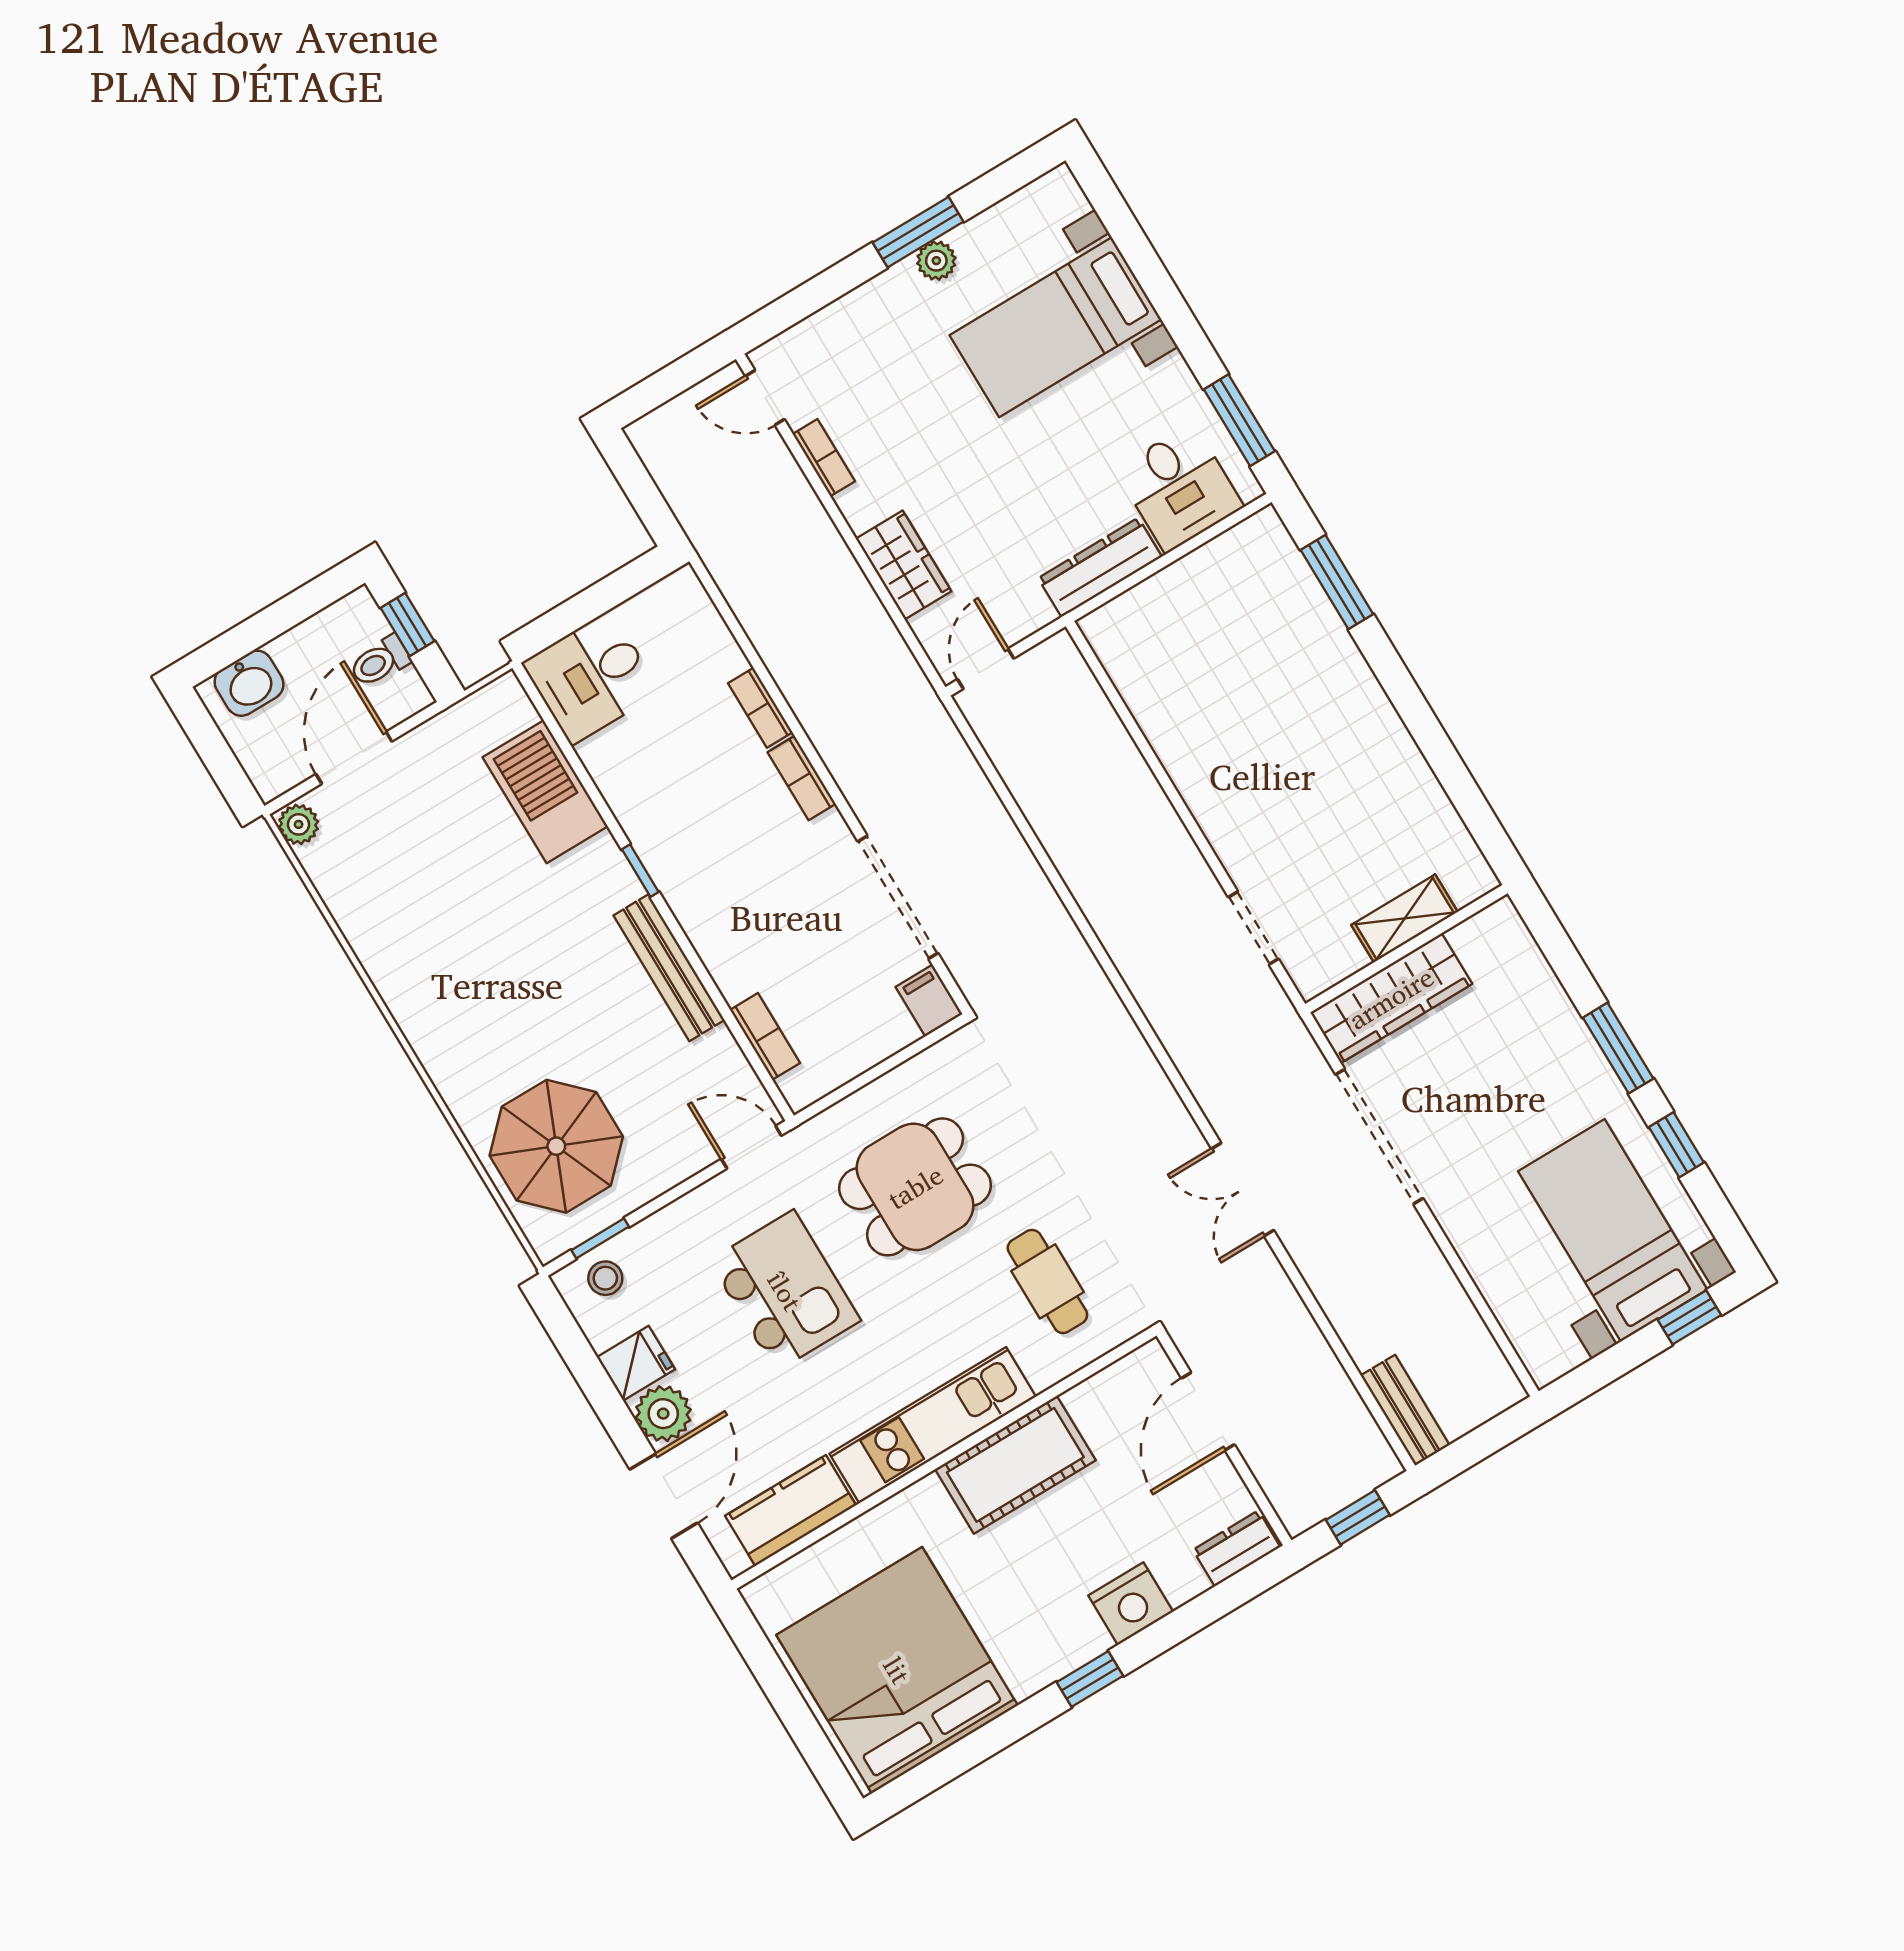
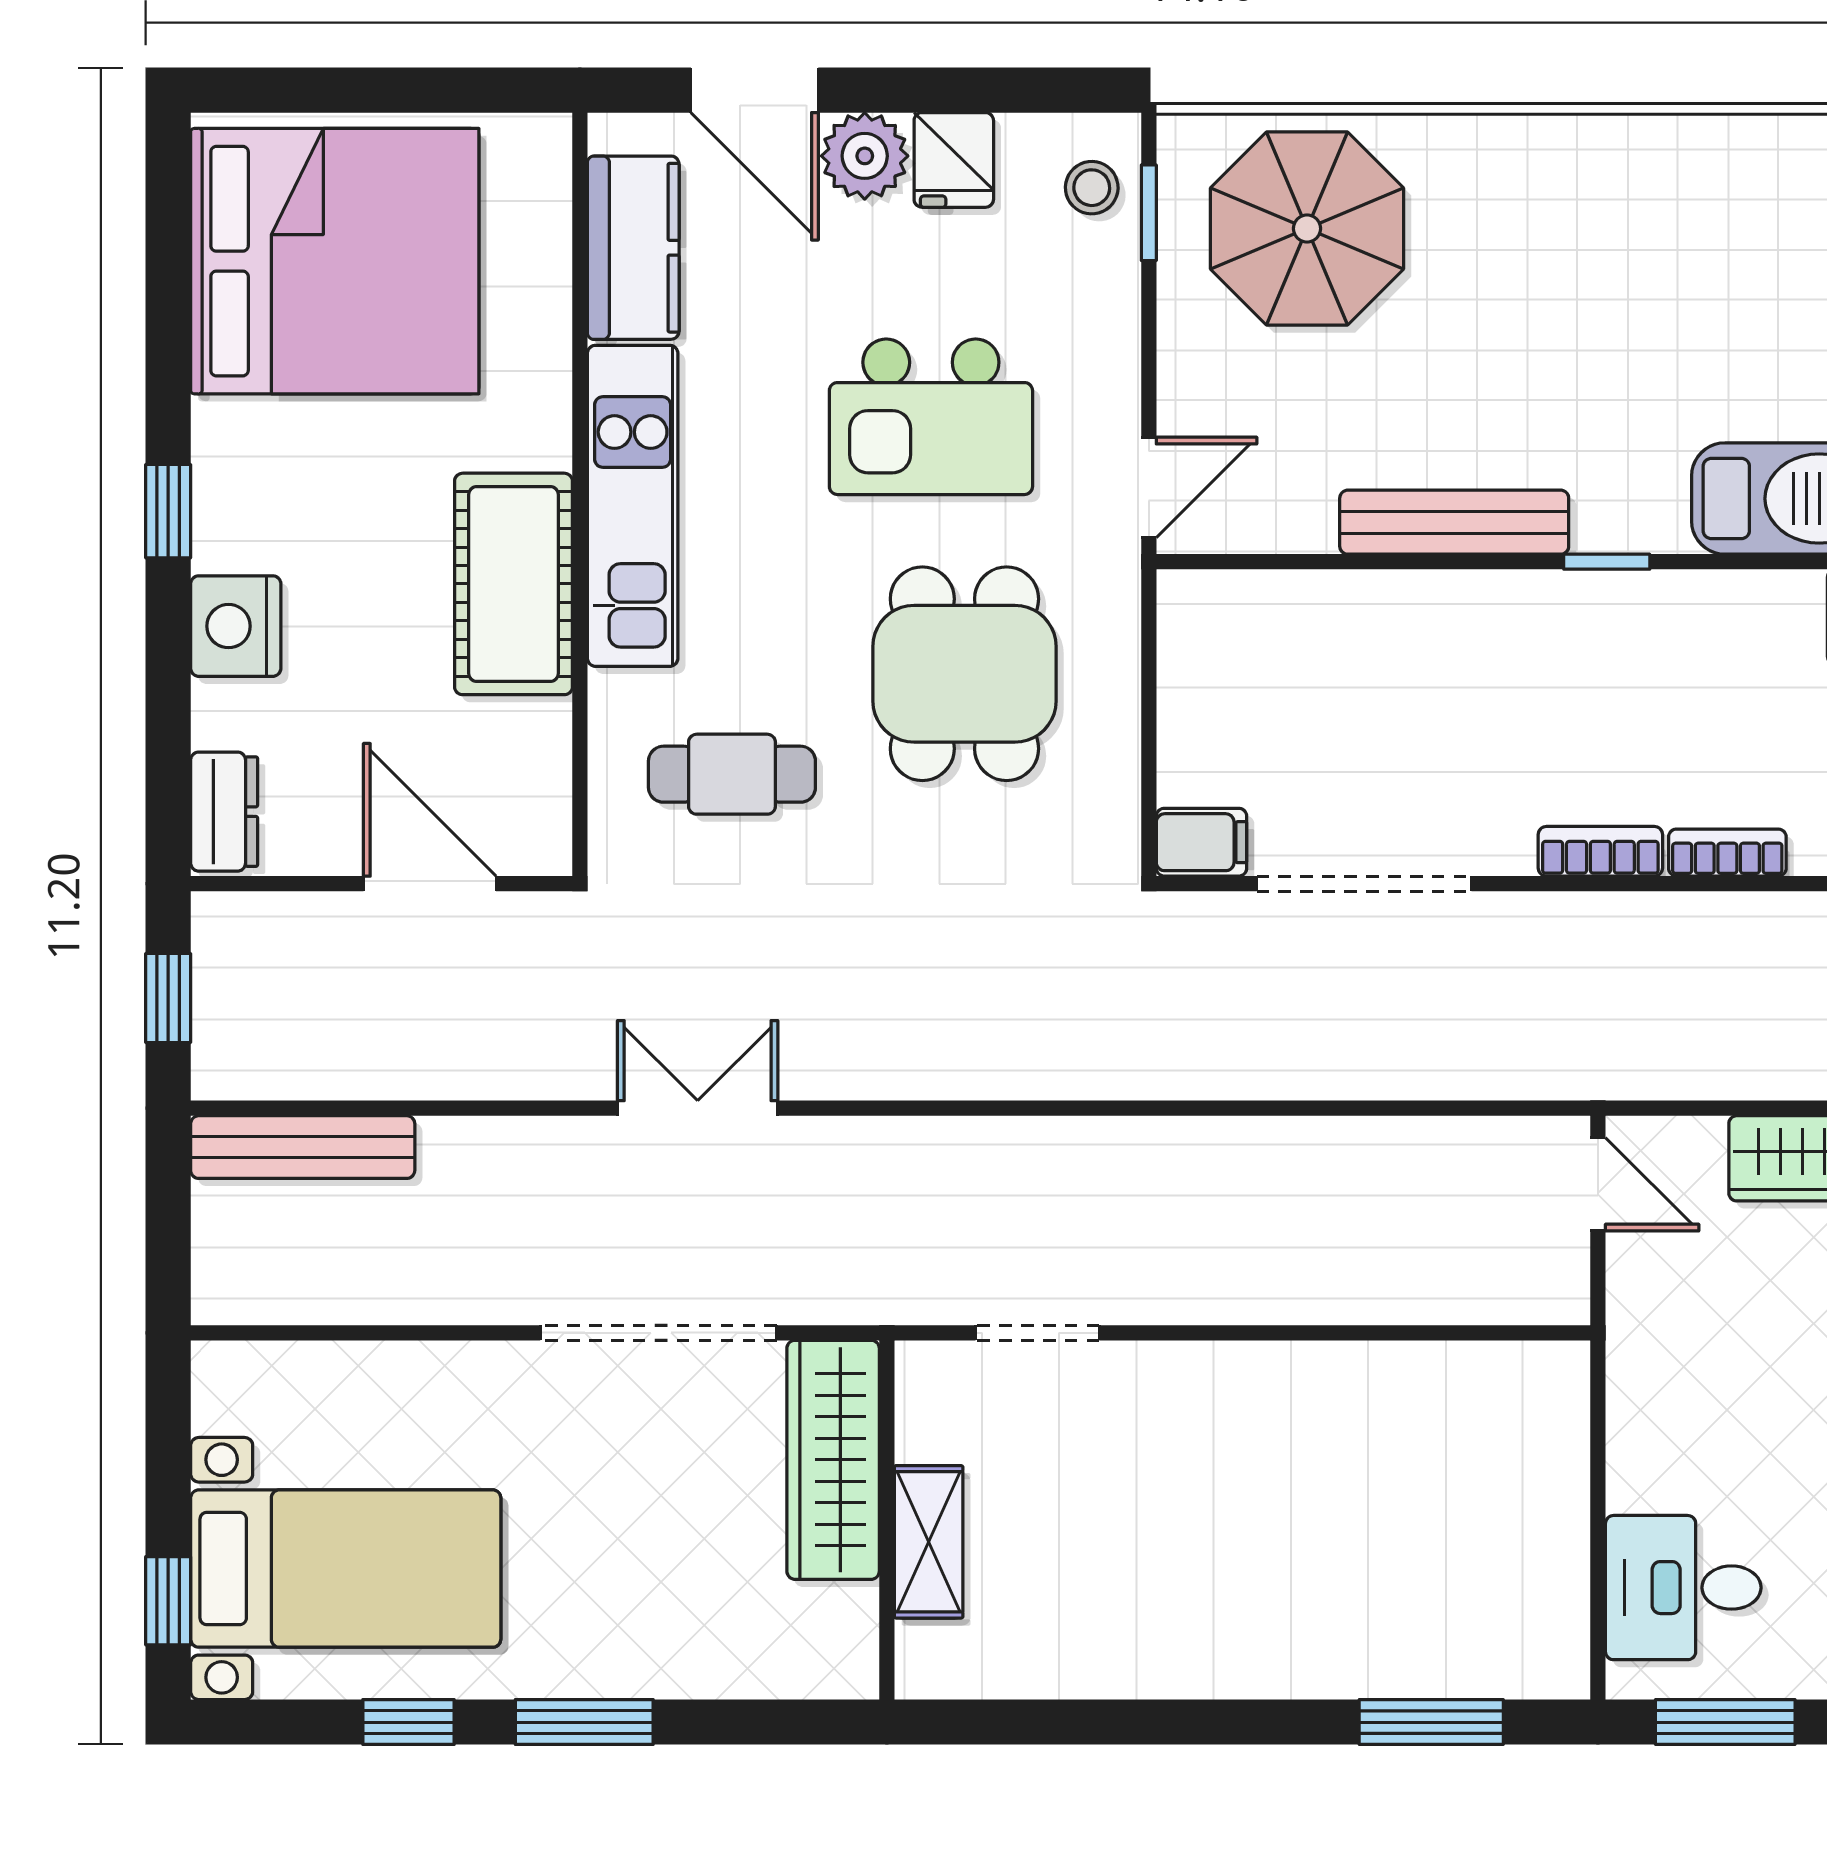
dresser: (1100, 567) -> (1641, 1418), removed
bookcase: (765, 1036) -> (1286, 595), removed
bench: (1405, 1410) -> (303, 1147), width x1.36

